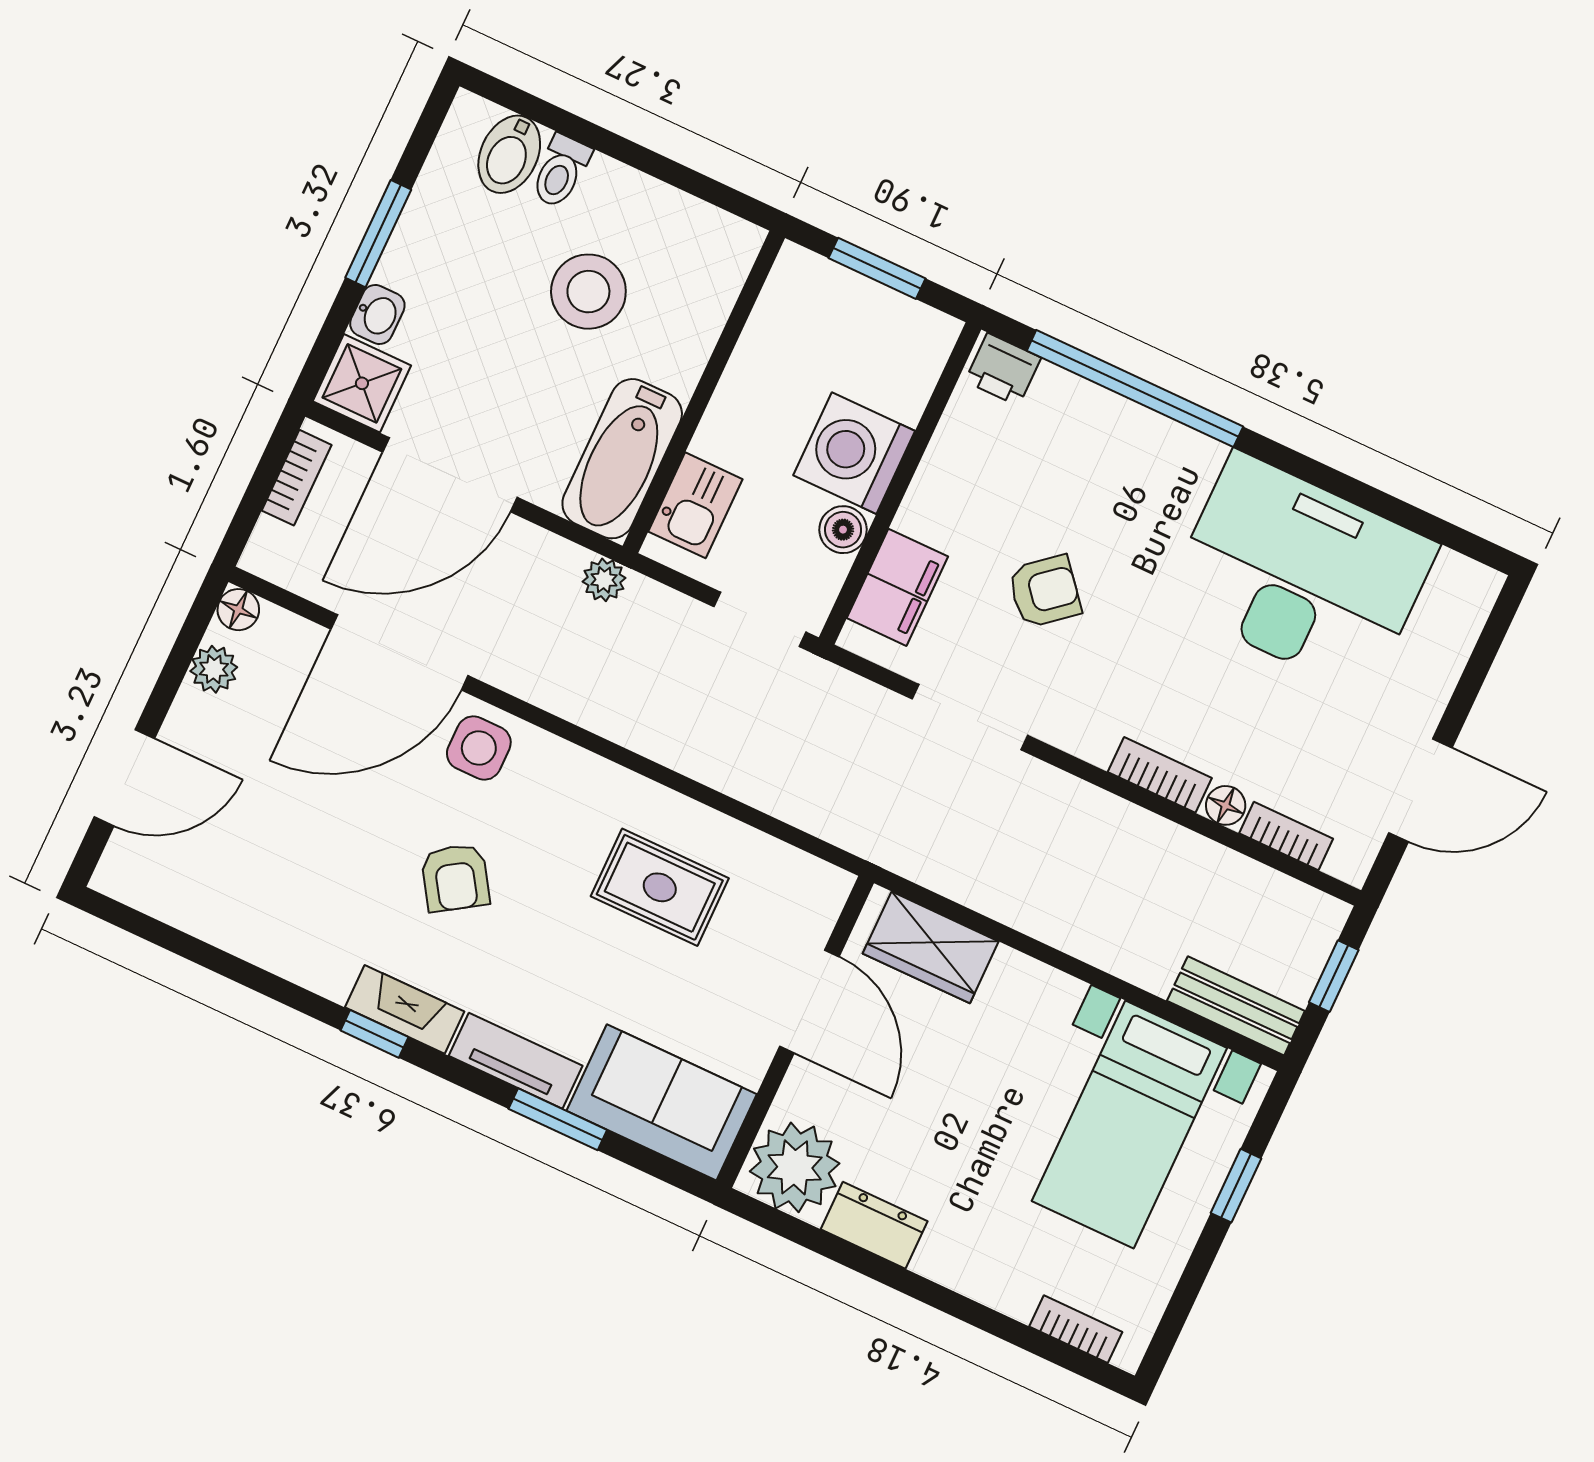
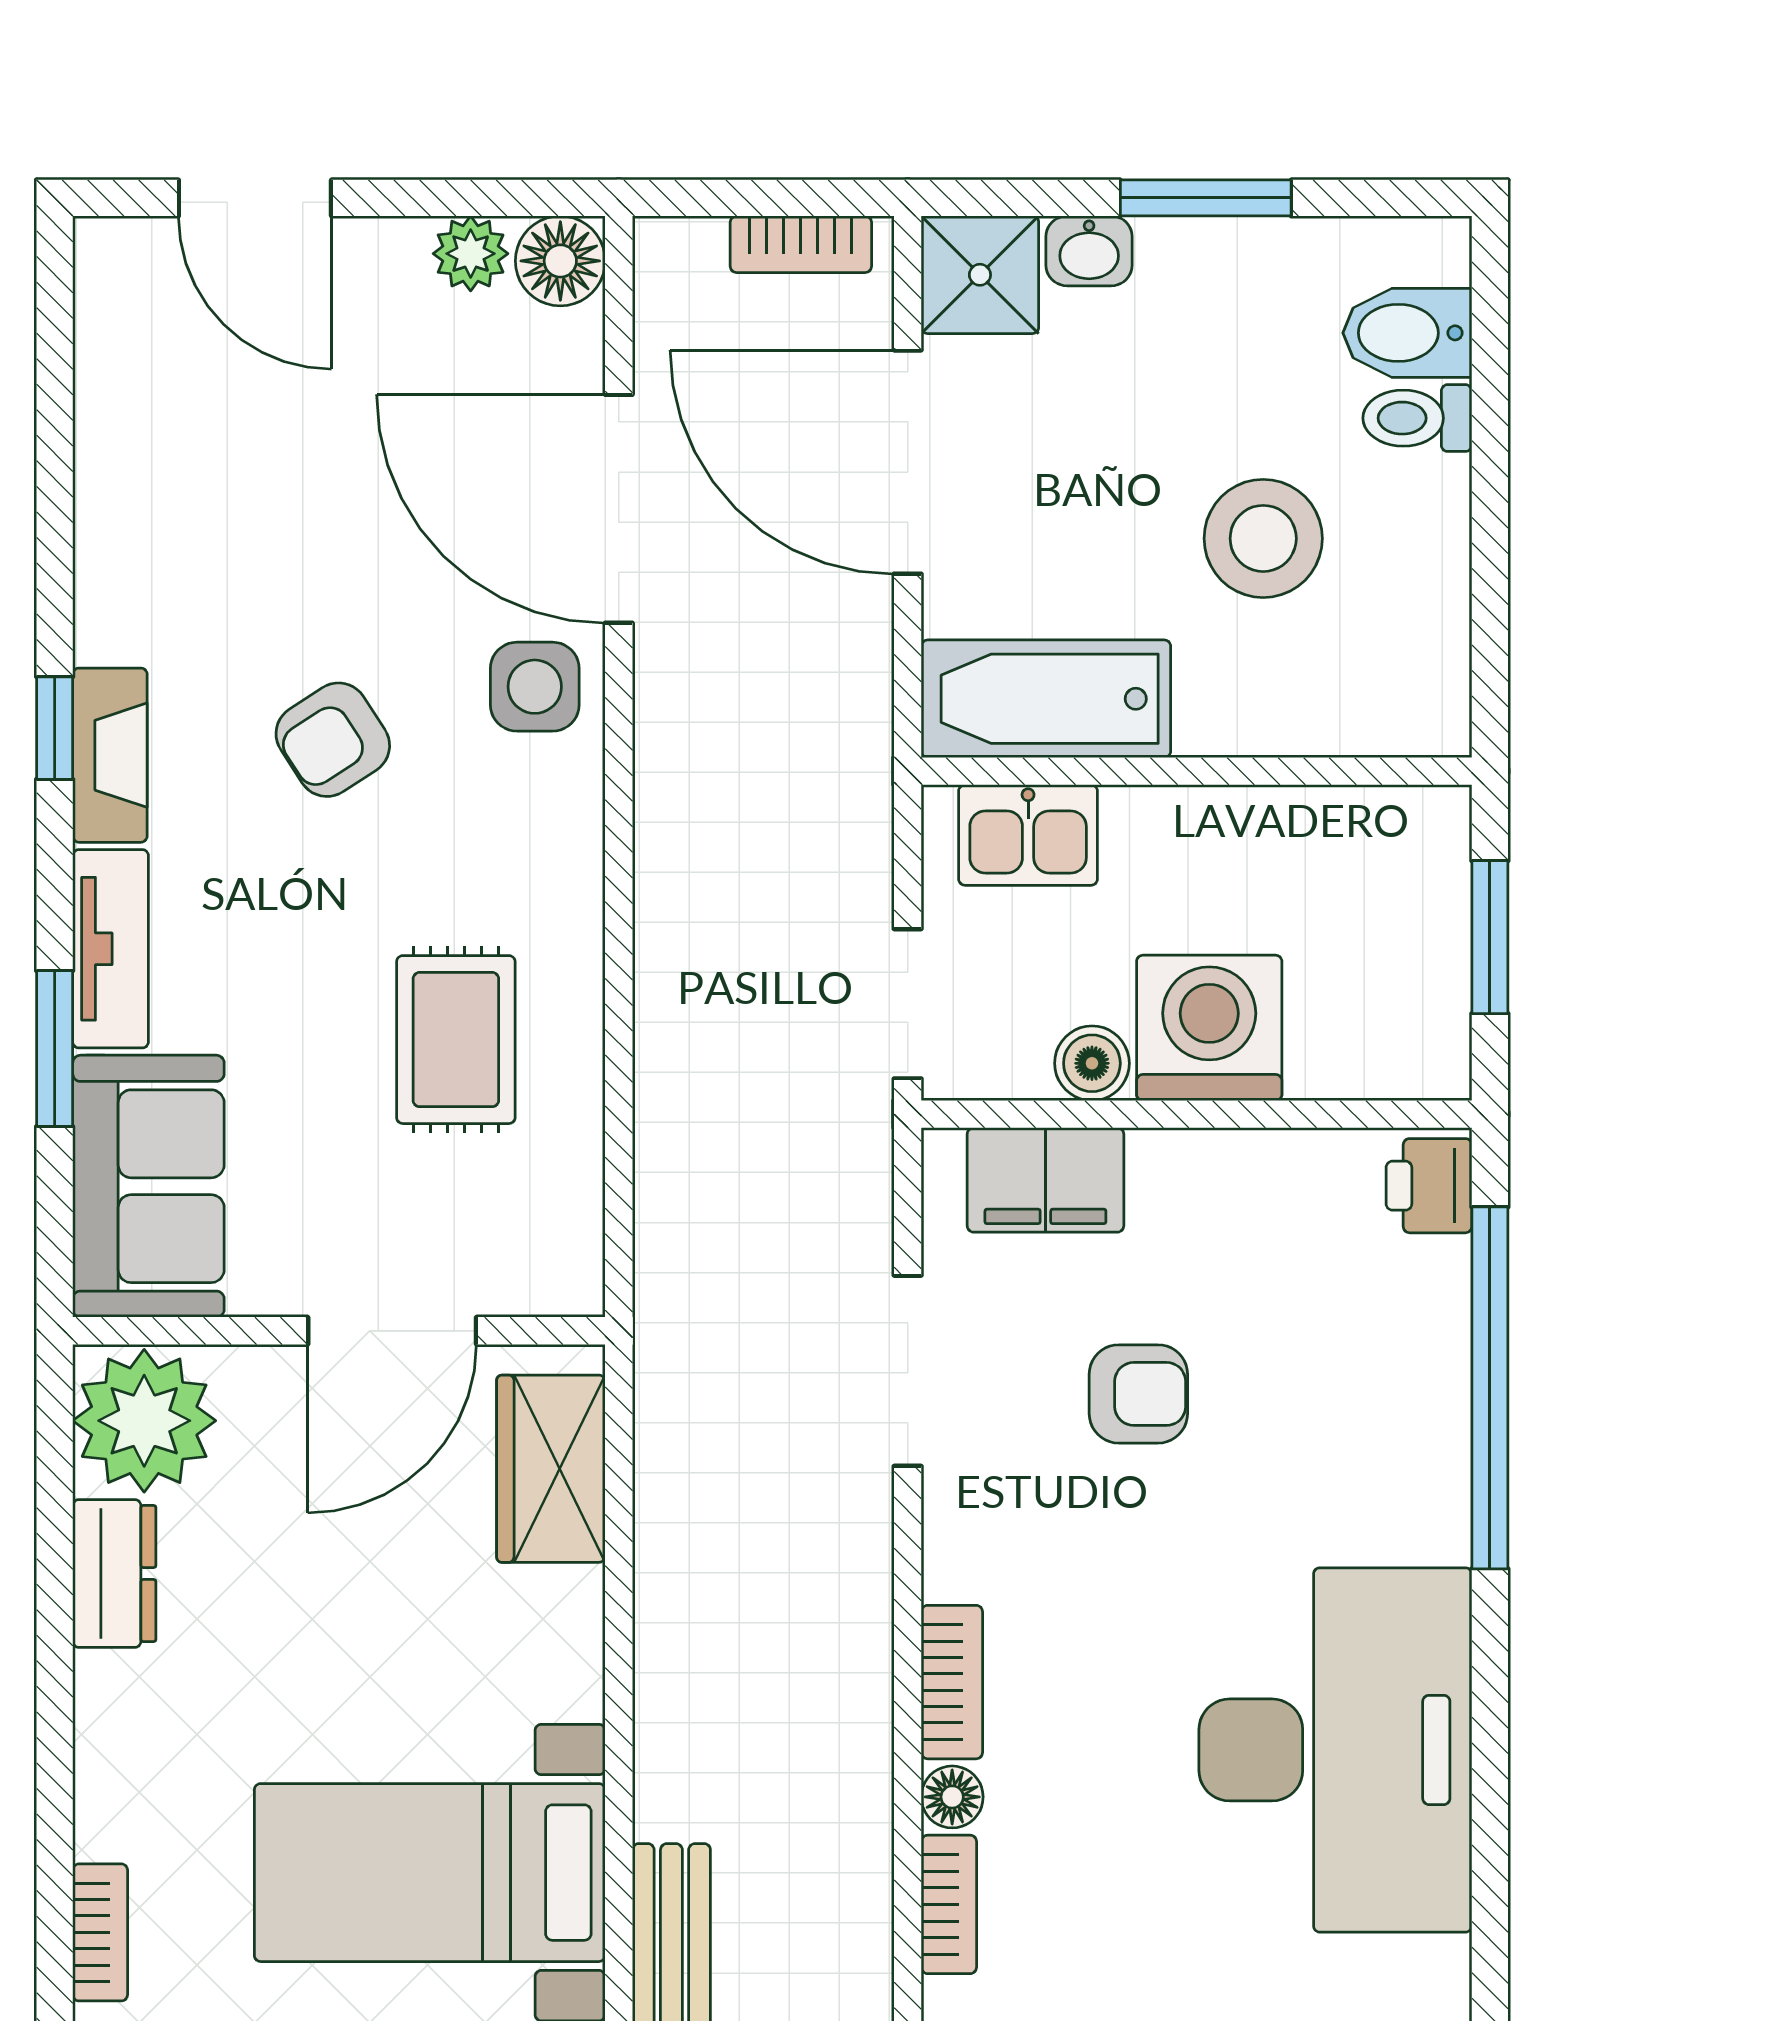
plant: (604, 580) -> (860, 754), removed
armchair: (1045, 591) -> (1138, 1394), turned -50
floor lamp: (238, 610) -> (560, 261), width x1.37, depth x1.37

